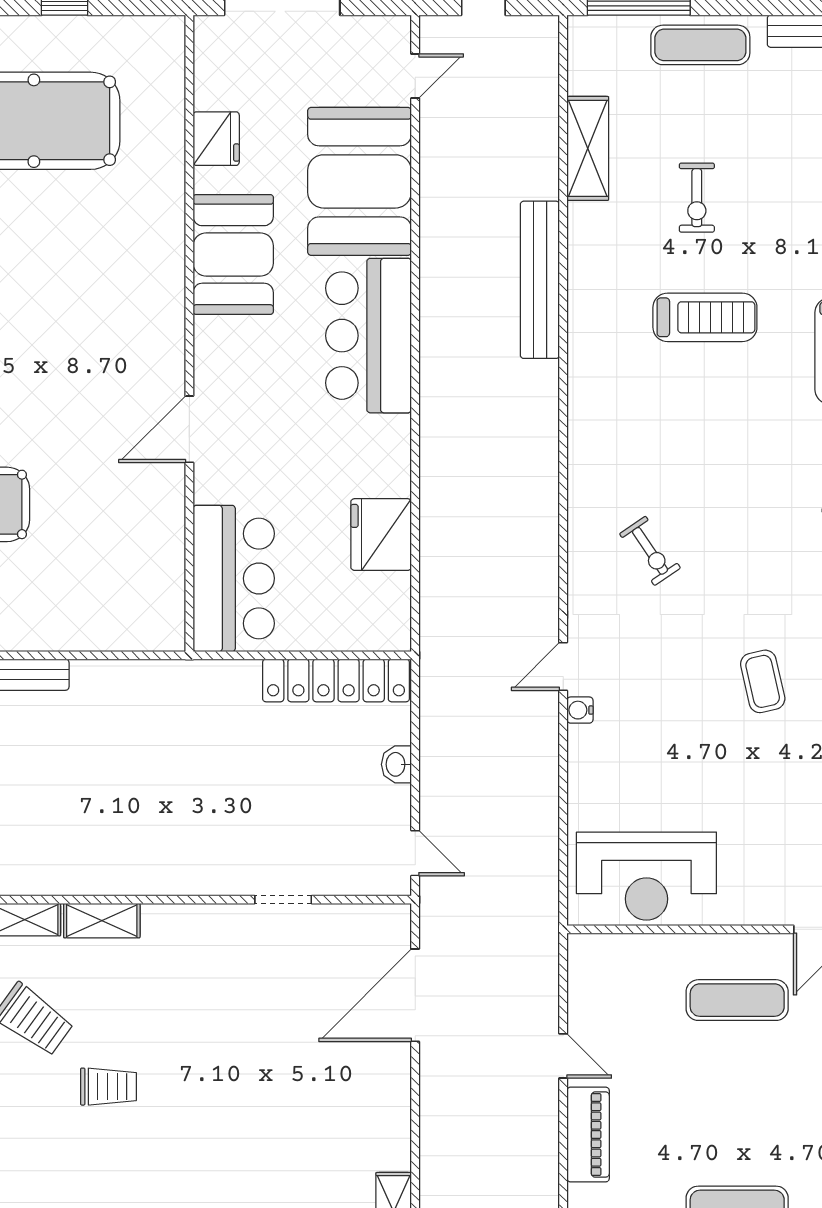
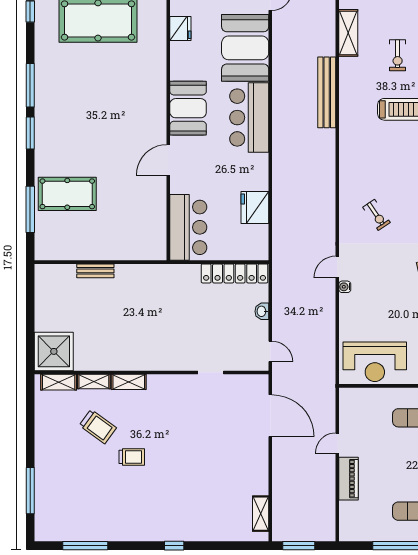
booth: (233, 254) -> (188, 108), moved
door: (415, 995) -> (270, 416), swing flipped
door: (563, 1056) -> (337, 443), swing flipped

